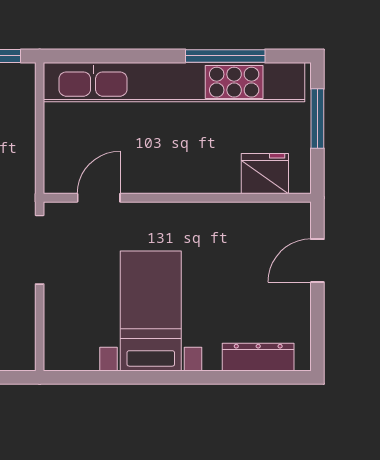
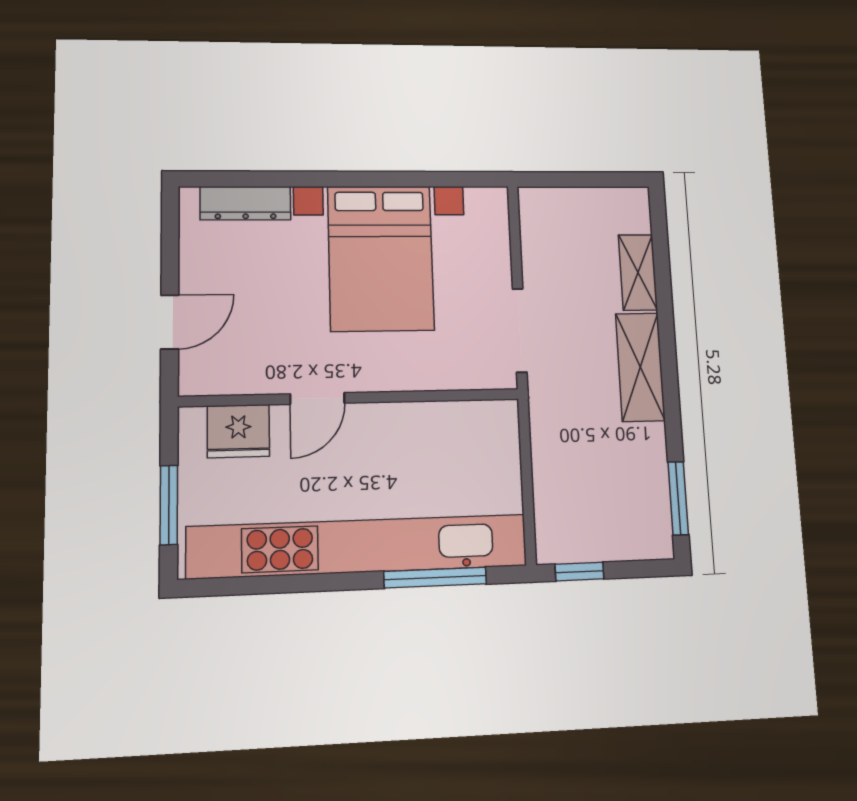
window: (225, 56) -> (435, 578), moved
door: (99, 198) -> (317, 398), moved
bed with nightstands: (151, 311) -> (381, 258), width x1.36

